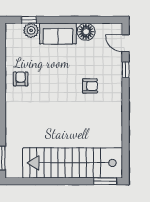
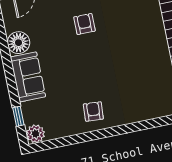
plant: (31, 30) -> (35, 134), moved
armchair: (21, 79) -> (93, 111), turned 94

